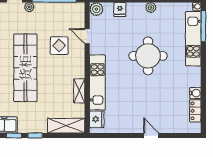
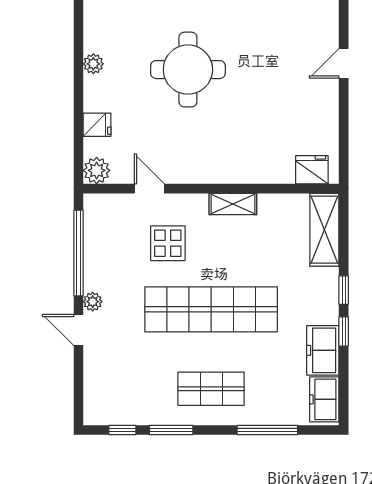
door: (87, 36) -> (149, 189), swing flipped
kitchen unit: (97, 82) -> (240, 169), removed
shelving: (79, 91) -> (233, 204), moved

